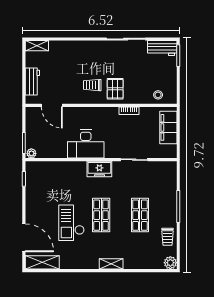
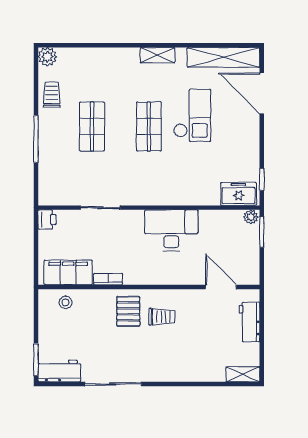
filing cabinet: (168, 127) -> (68, 272), moved, turned -90
printer: (171, 151) -> (47, 220), added
freezer: (99, 169) -> (239, 194), moved
shelving: (42, 262) -> (223, 57), width x1.47
shelving: (111, 264) -> (158, 55), moved

